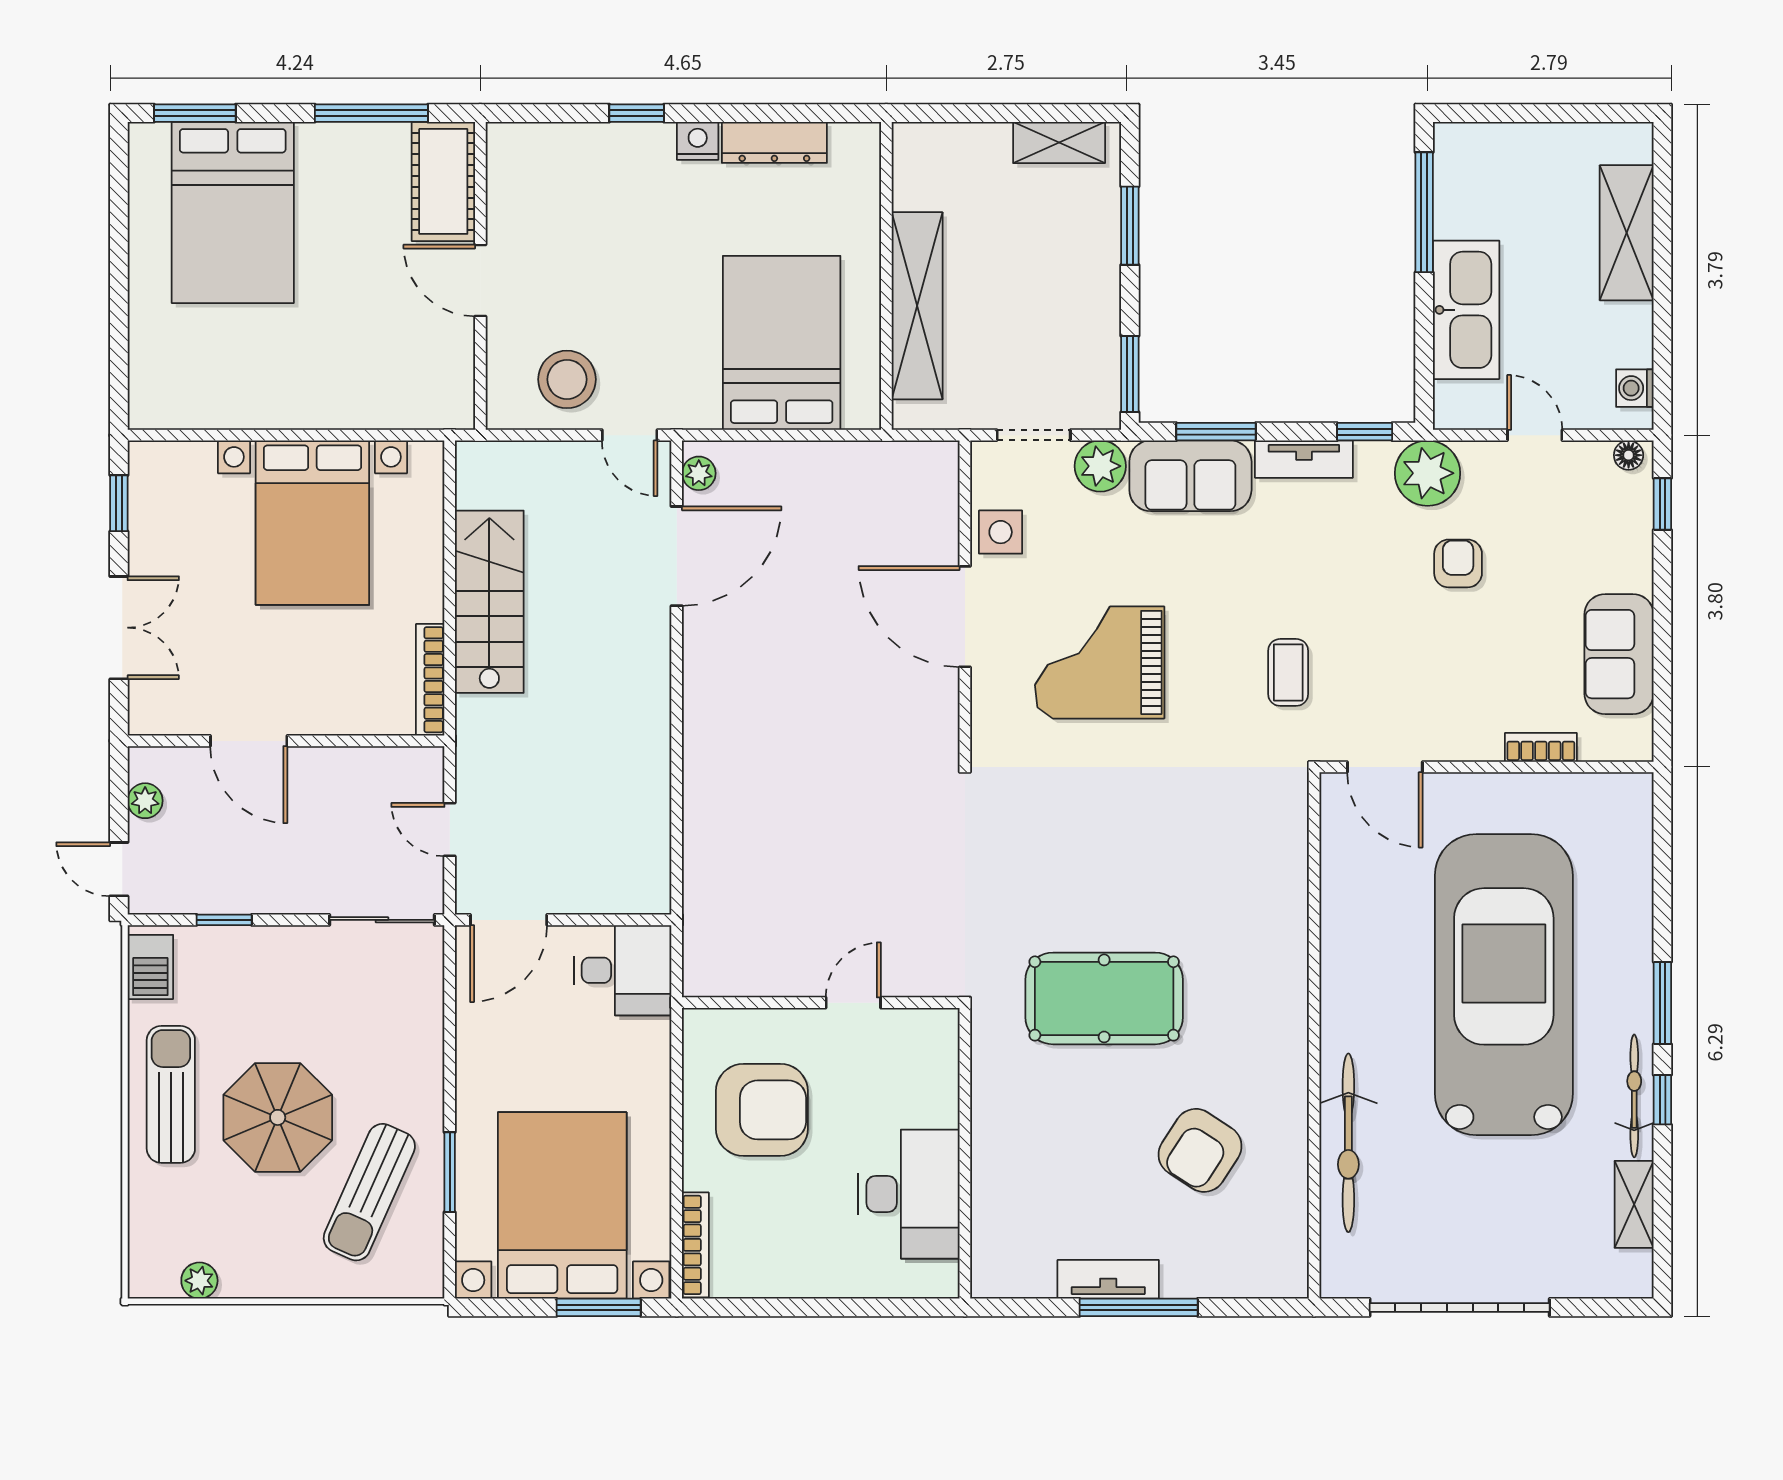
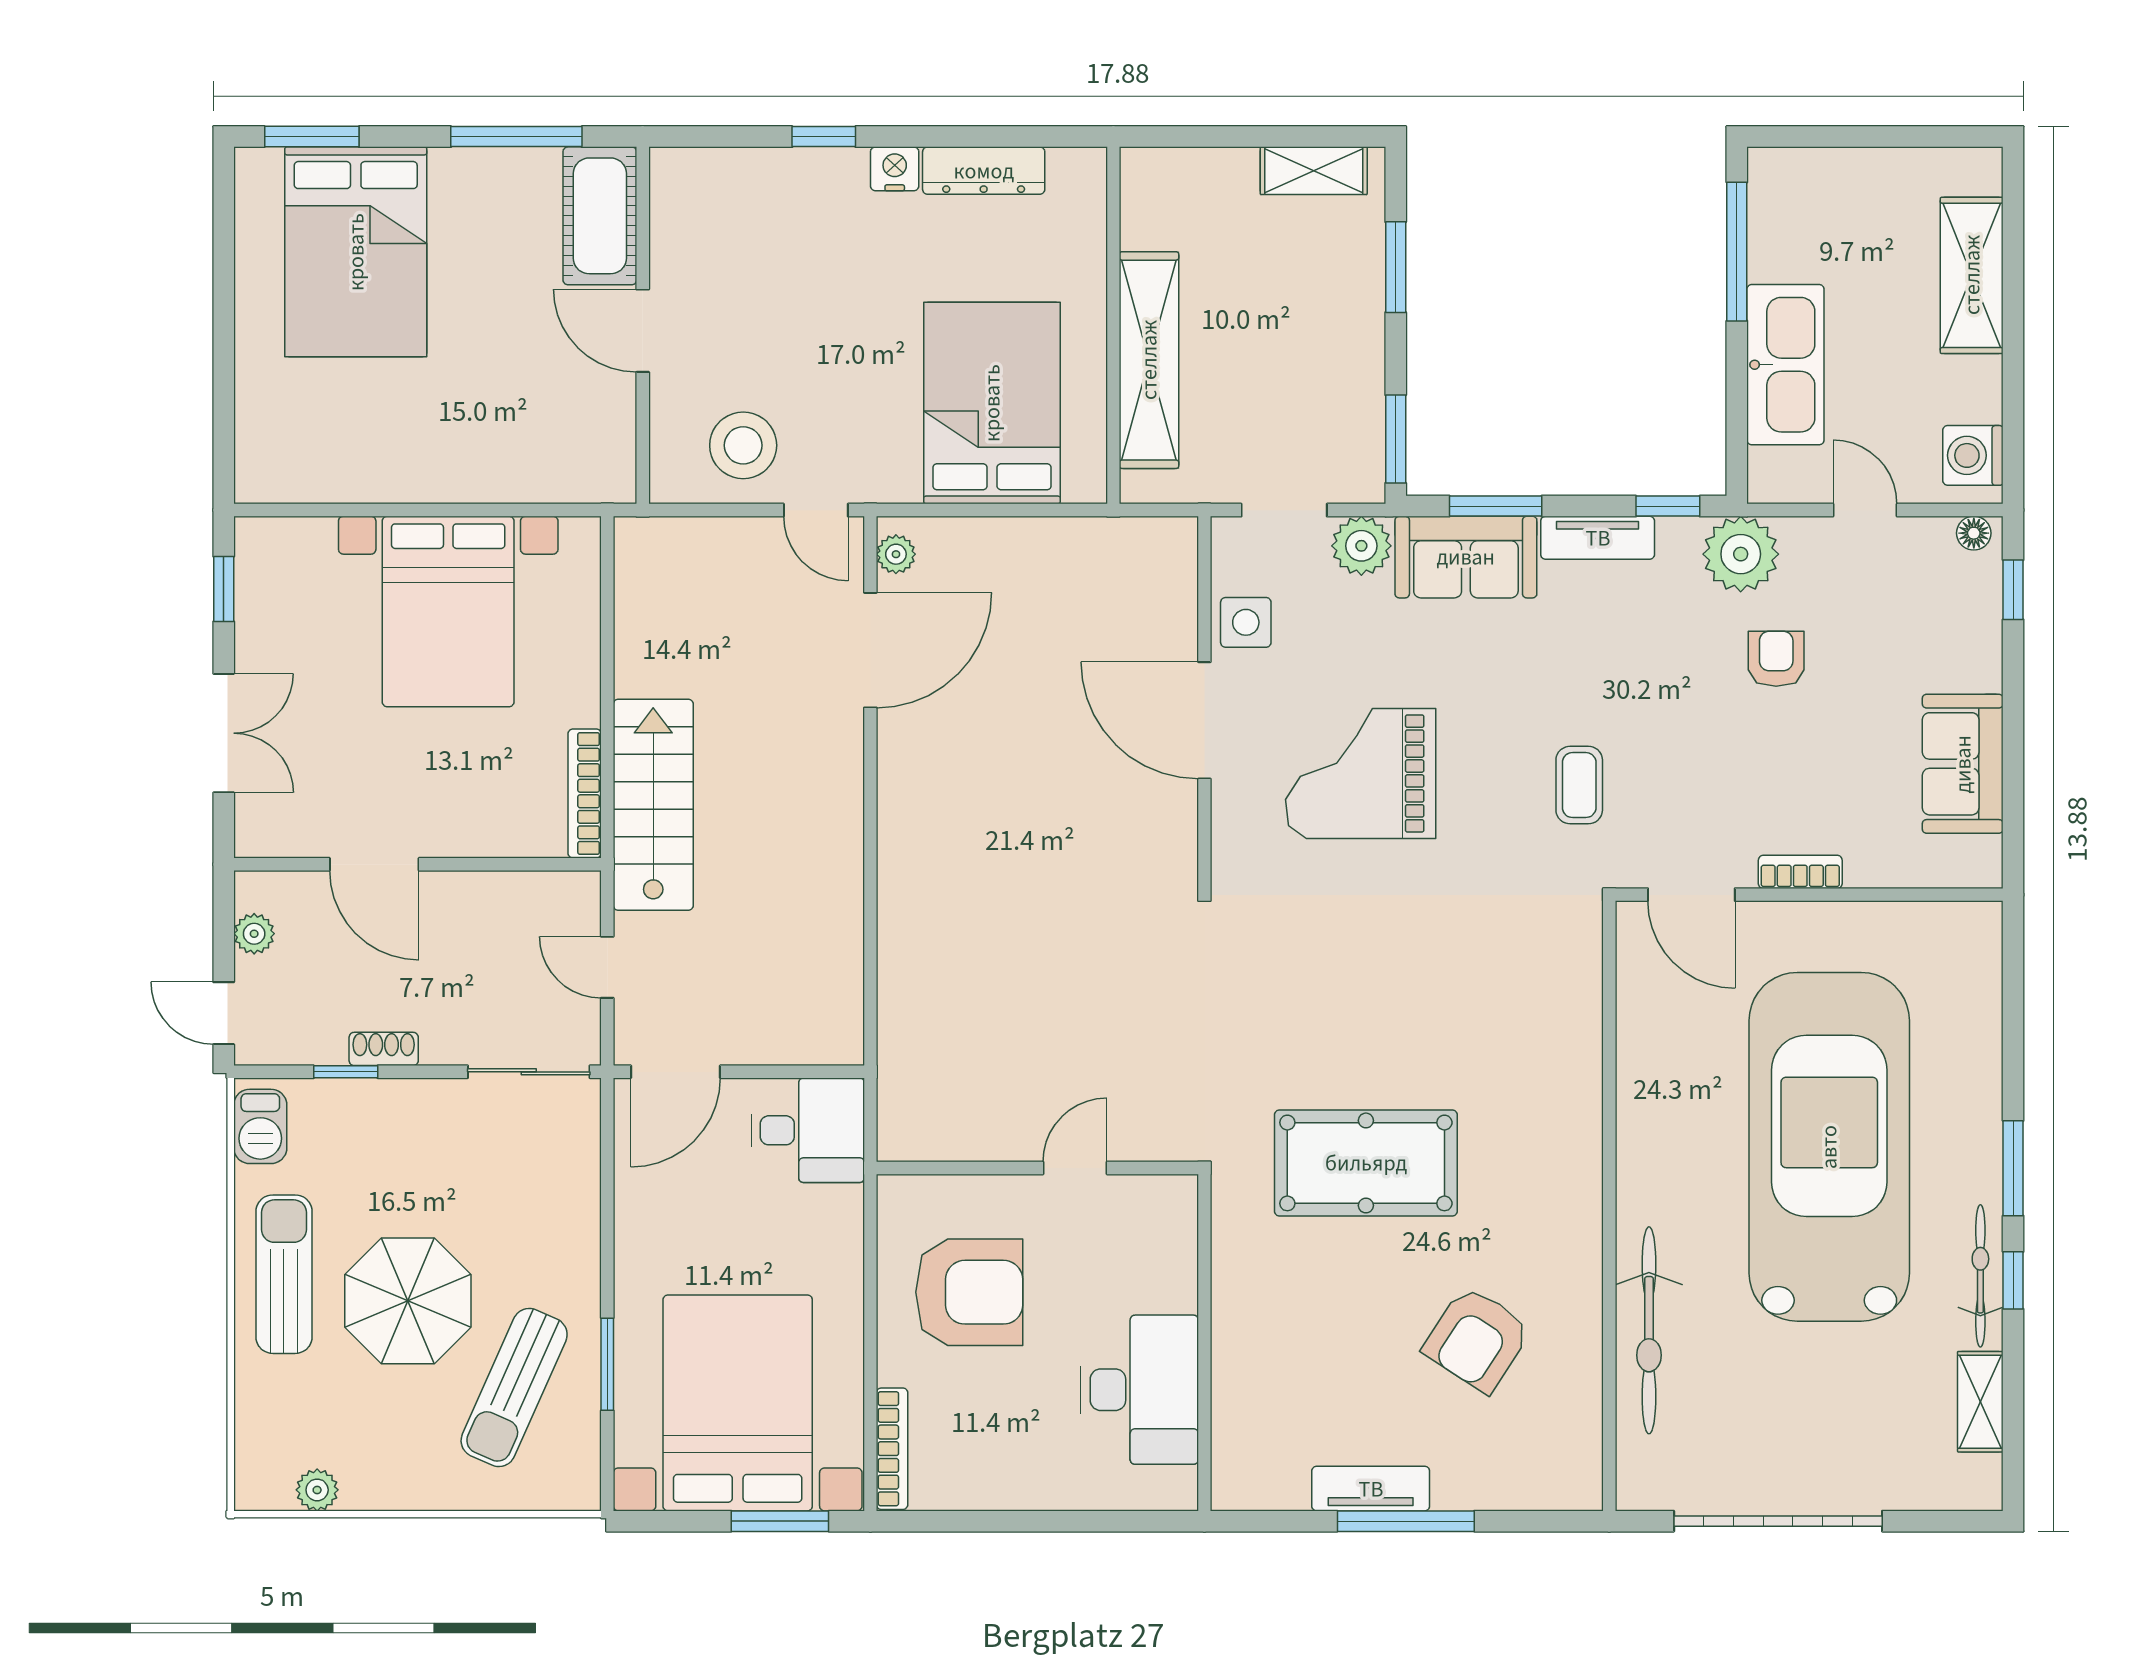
washing machine: (1635, 388) -> (1973, 455), width x1.38, depth x1.38
stairs: (489, 602) -> (653, 805), moved
bookcase: (1541, 747) -> (1800, 872), moved
shoe rack: (257, 900) -> (384, 1049), added

